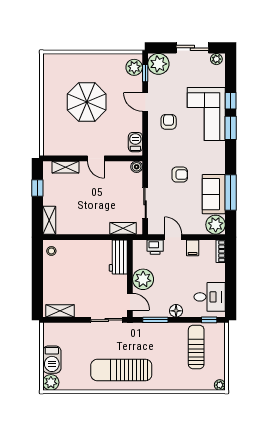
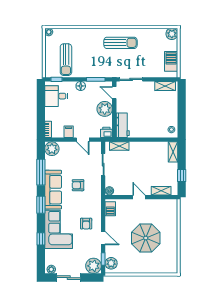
window: (231, 128) -> (41, 205), moved
sofa: (214, 194) -> (53, 190), moved, width x1.36
printer: (155, 247) -> (106, 132), moved
barbecue: (52, 360) -> (171, 61), moved
sun lounger: (121, 370) -> (120, 43), width x0.73, depth x0.75

